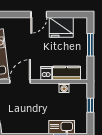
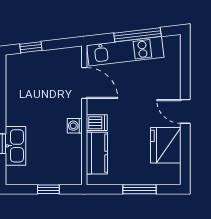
washing machine: (64, 88) -> (75, 126), moved

